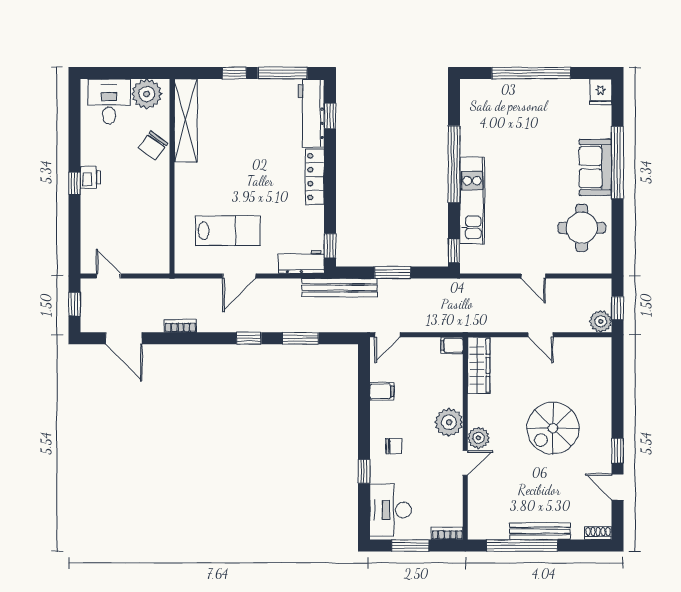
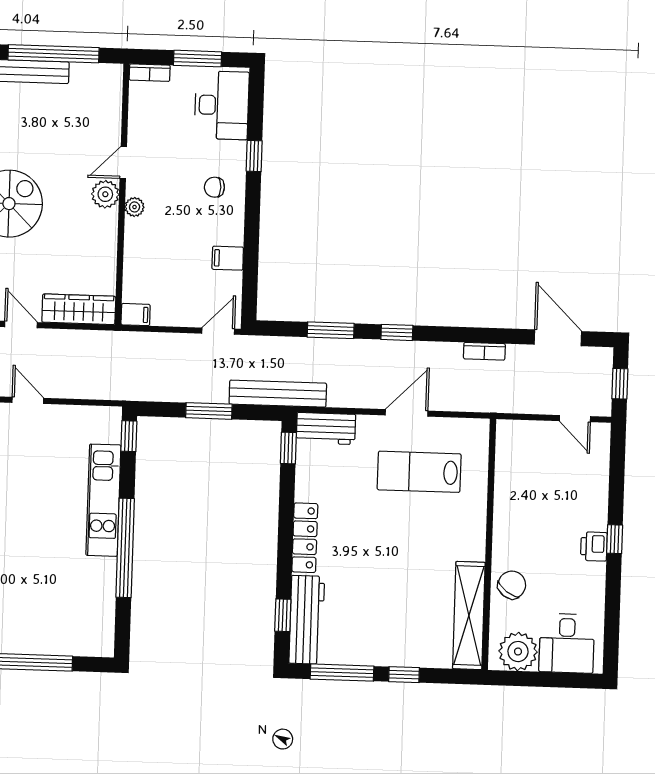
wardrobe: (479, 365) -> (79, 309), moved, turned 90
plant: (449, 422) -> (135, 207), width x0.53, depth x0.53

